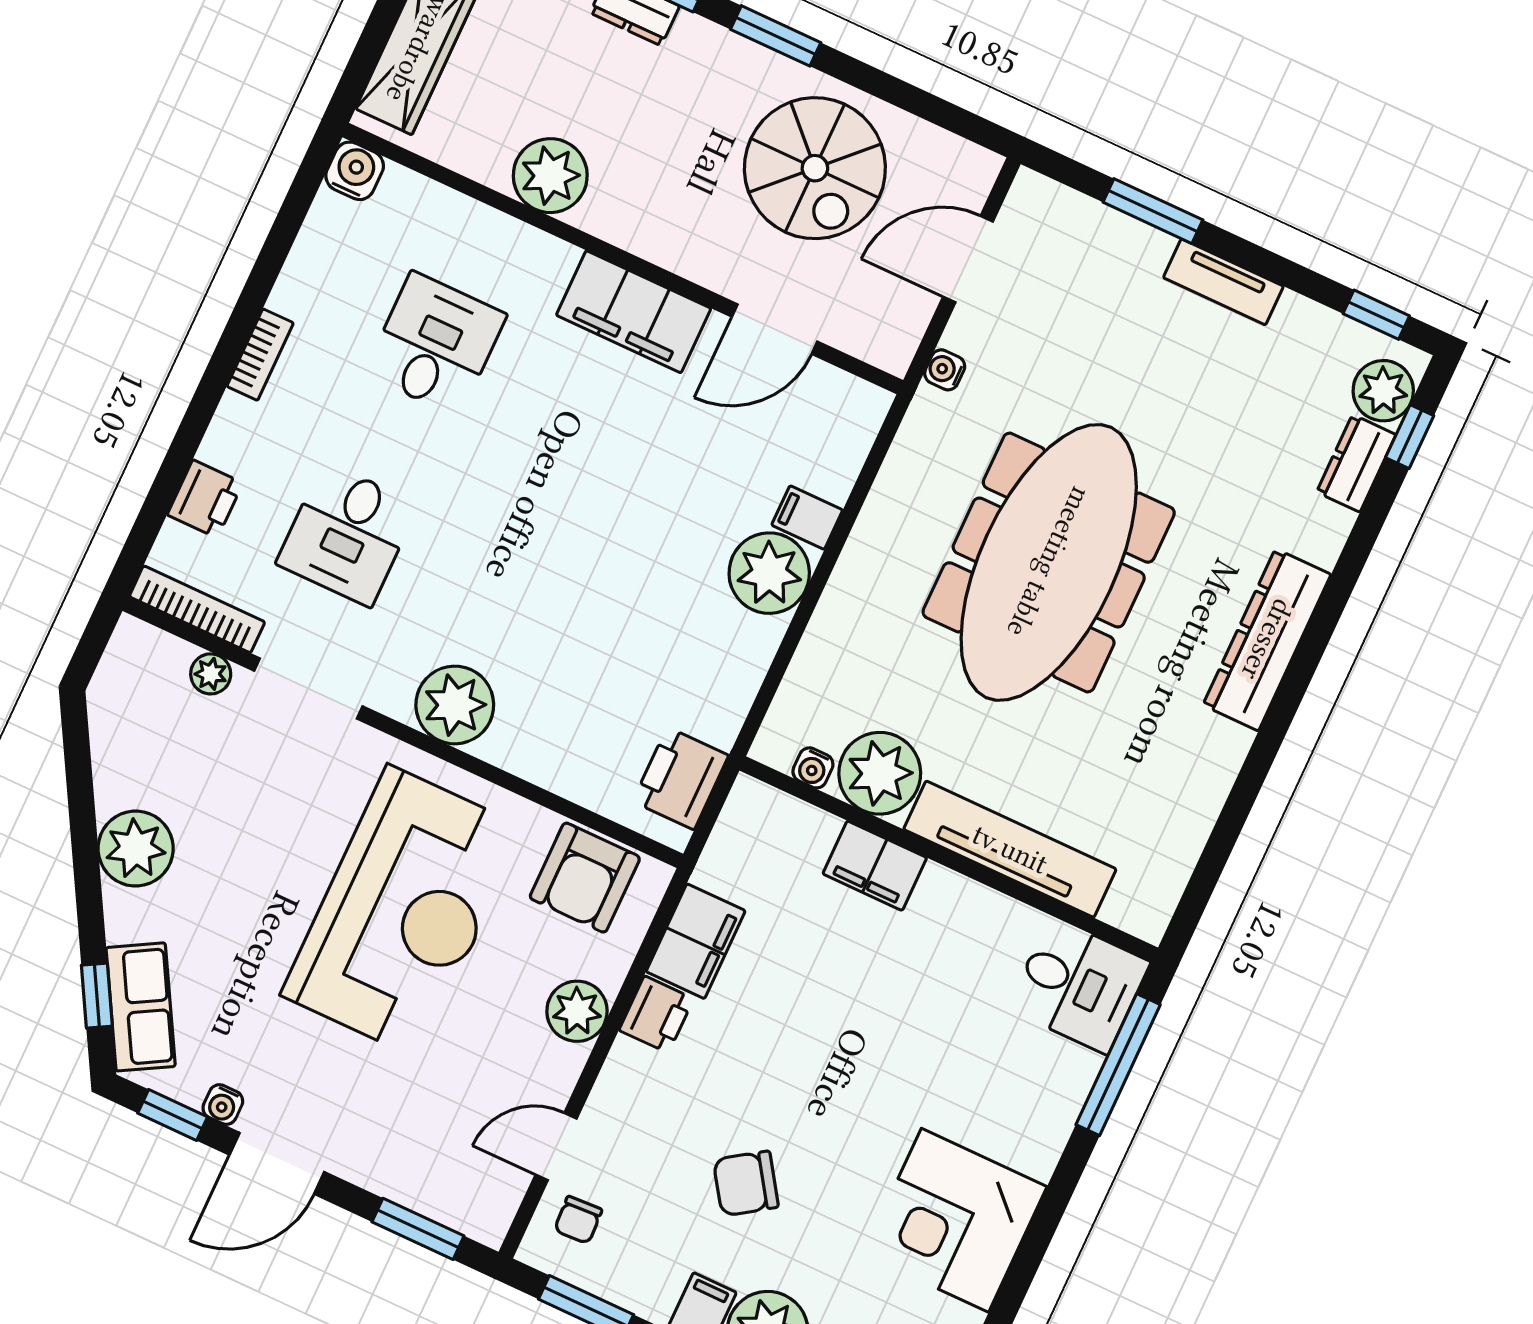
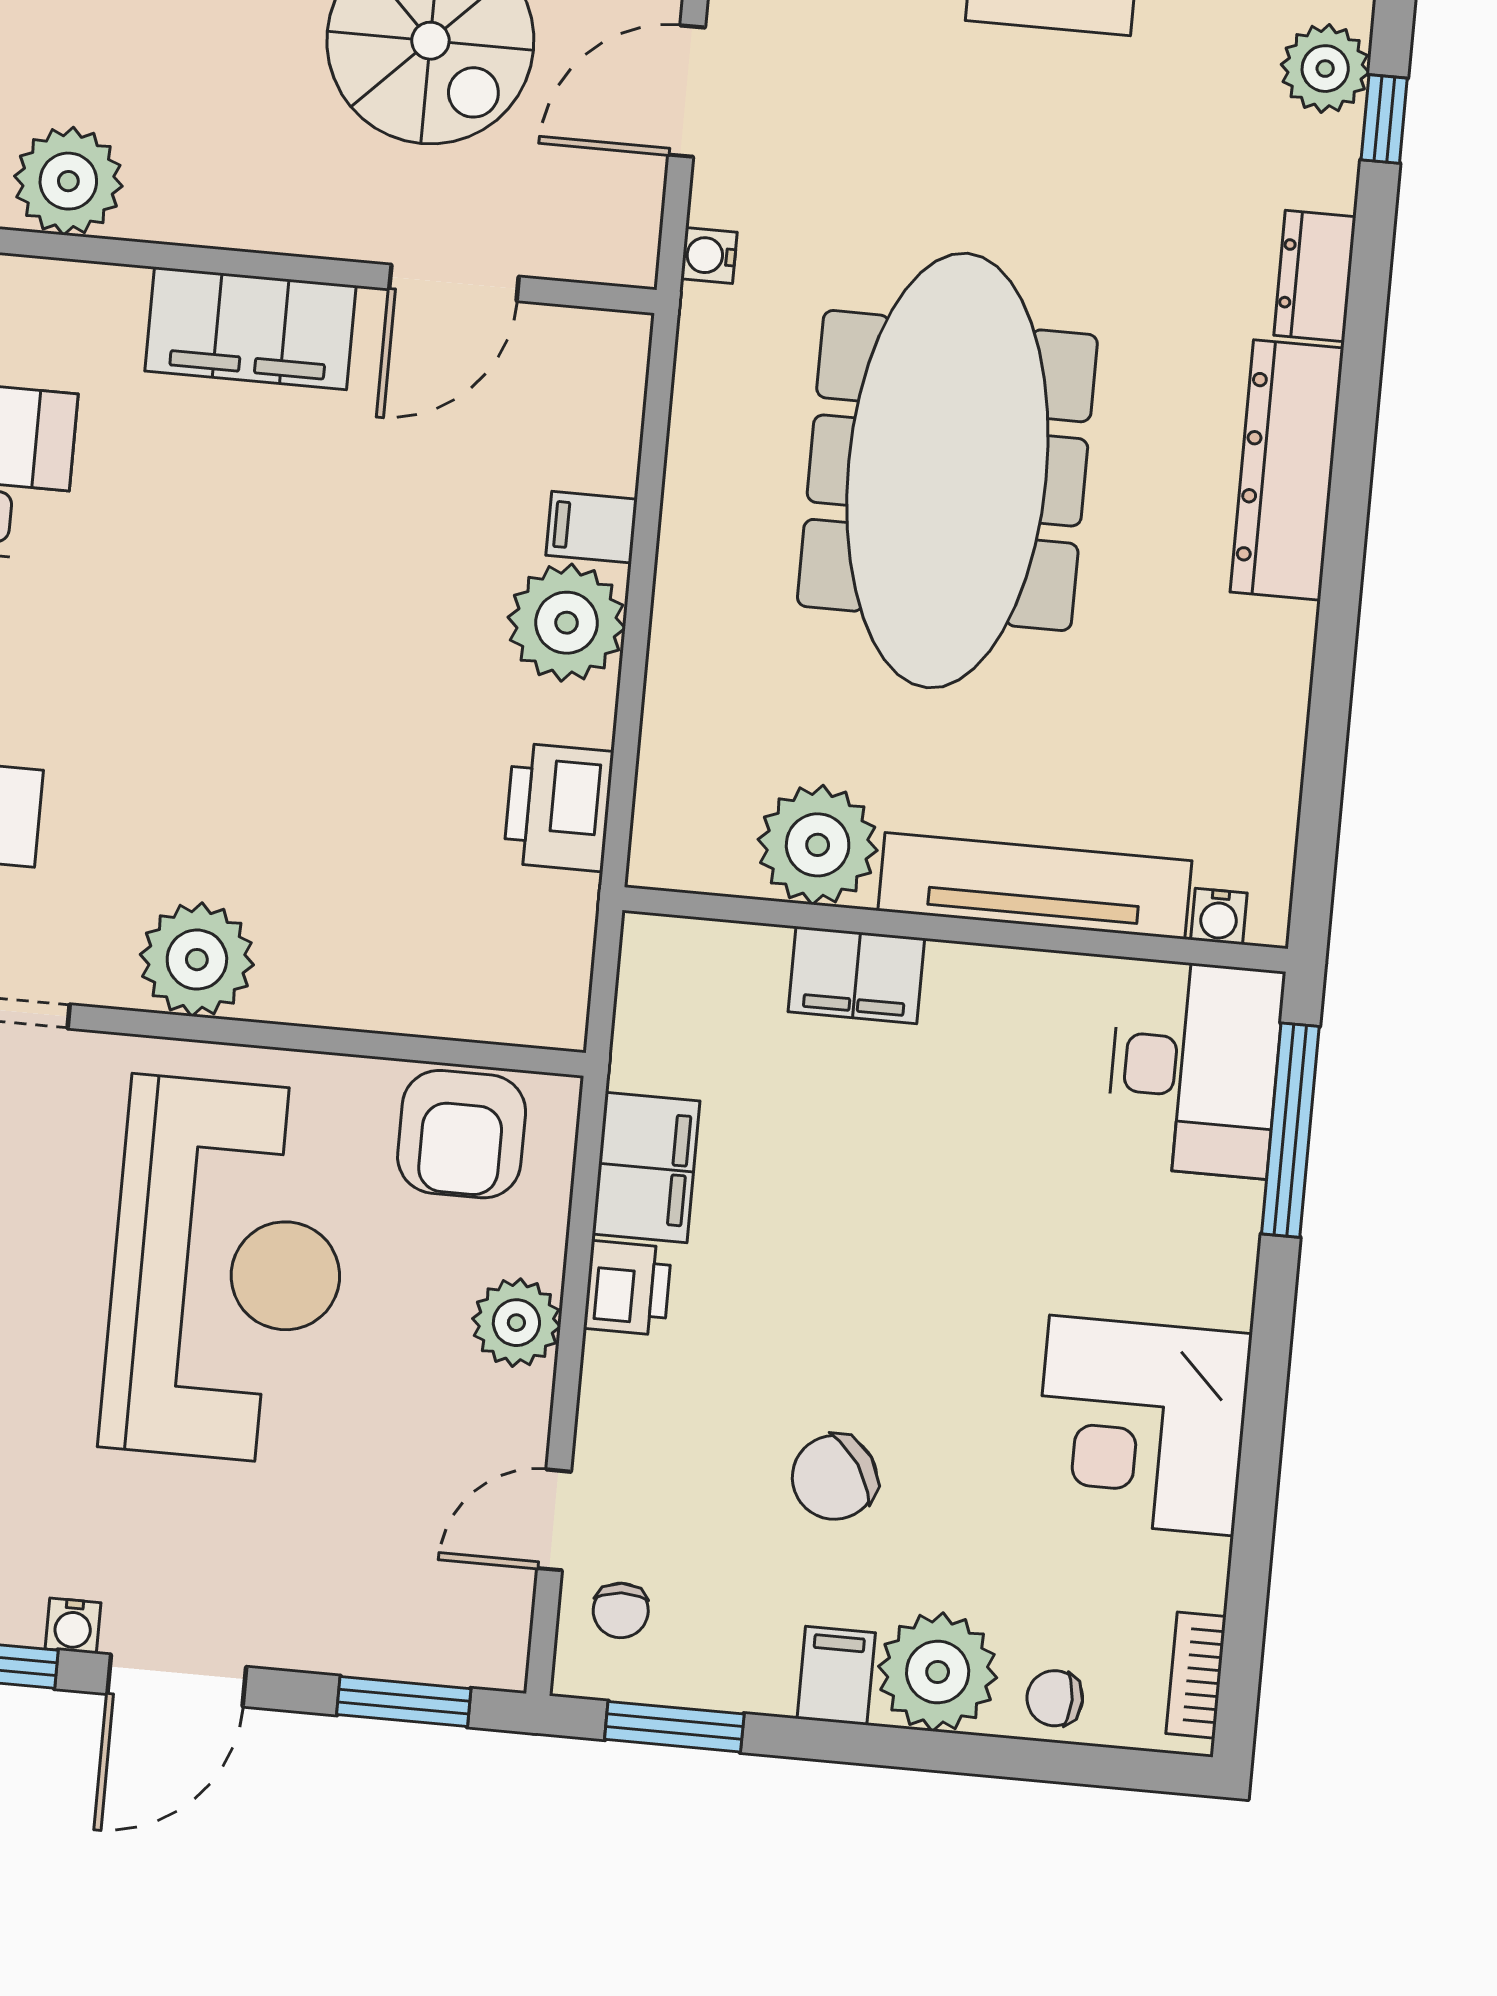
dresser: (1356, 463) -> (1315, 276), moved
water cooler: (813, 768) -> (1219, 916), moved
printer: (681, 778) -> (558, 807), moved
desk: (1079, 985) -> (1195, 1068), width x1.37

